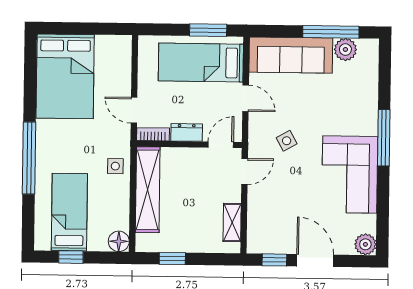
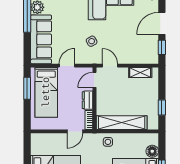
door: (221, 145) -> (94, 80), hinge flipped
floor lamp: (119, 241) -> (152, 151), moved

